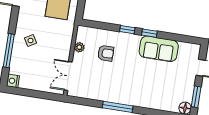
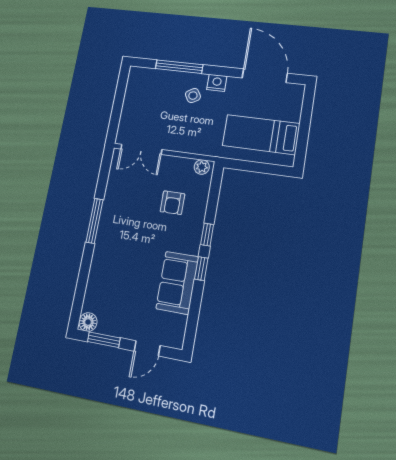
plant: (79, 47) -> (202, 167), moved
double door: (68, 76) -> (141, 149), swing flipped
nightstand: (13, 81) -> (217, 83), moved

